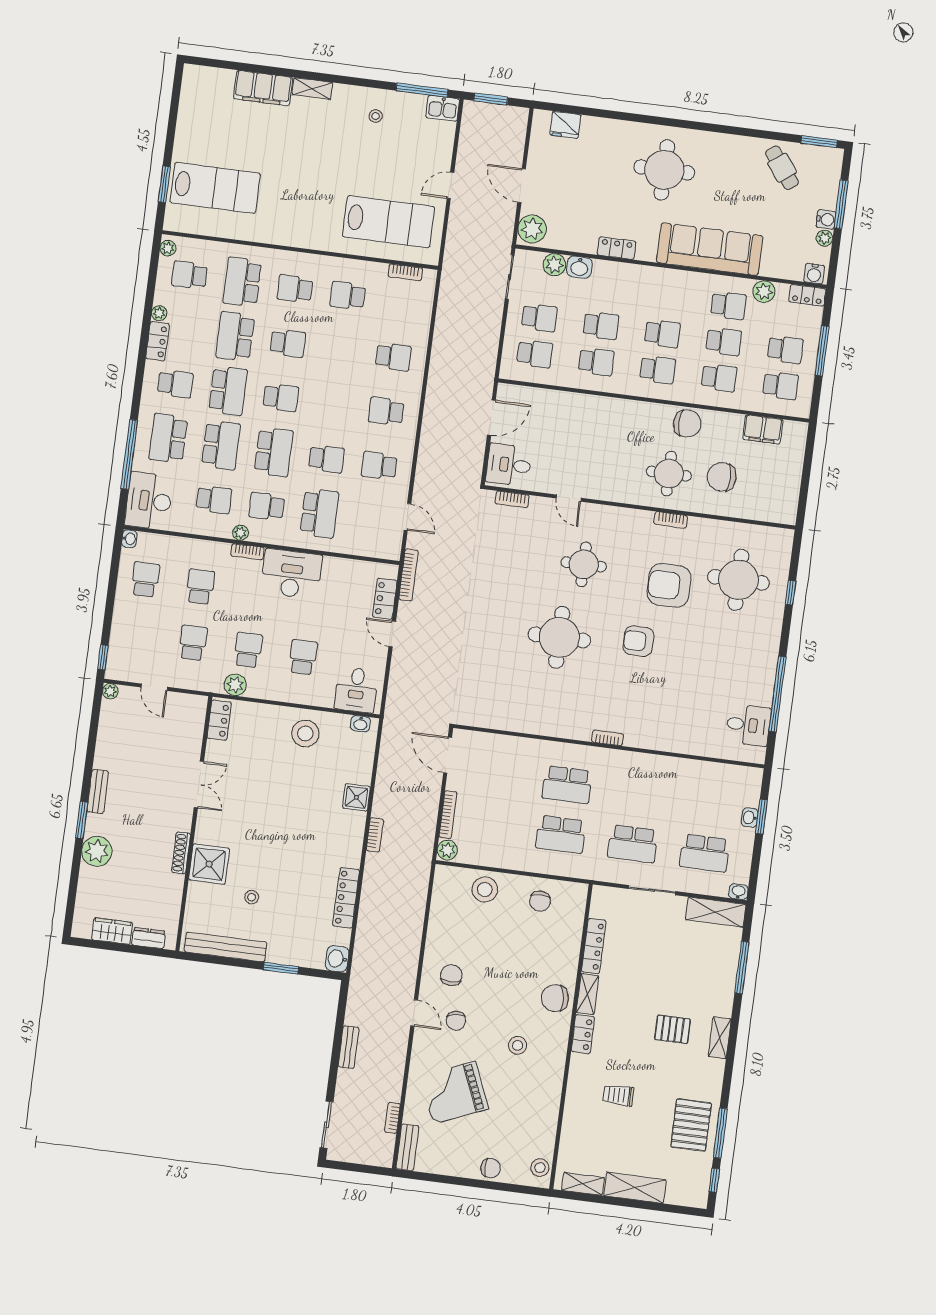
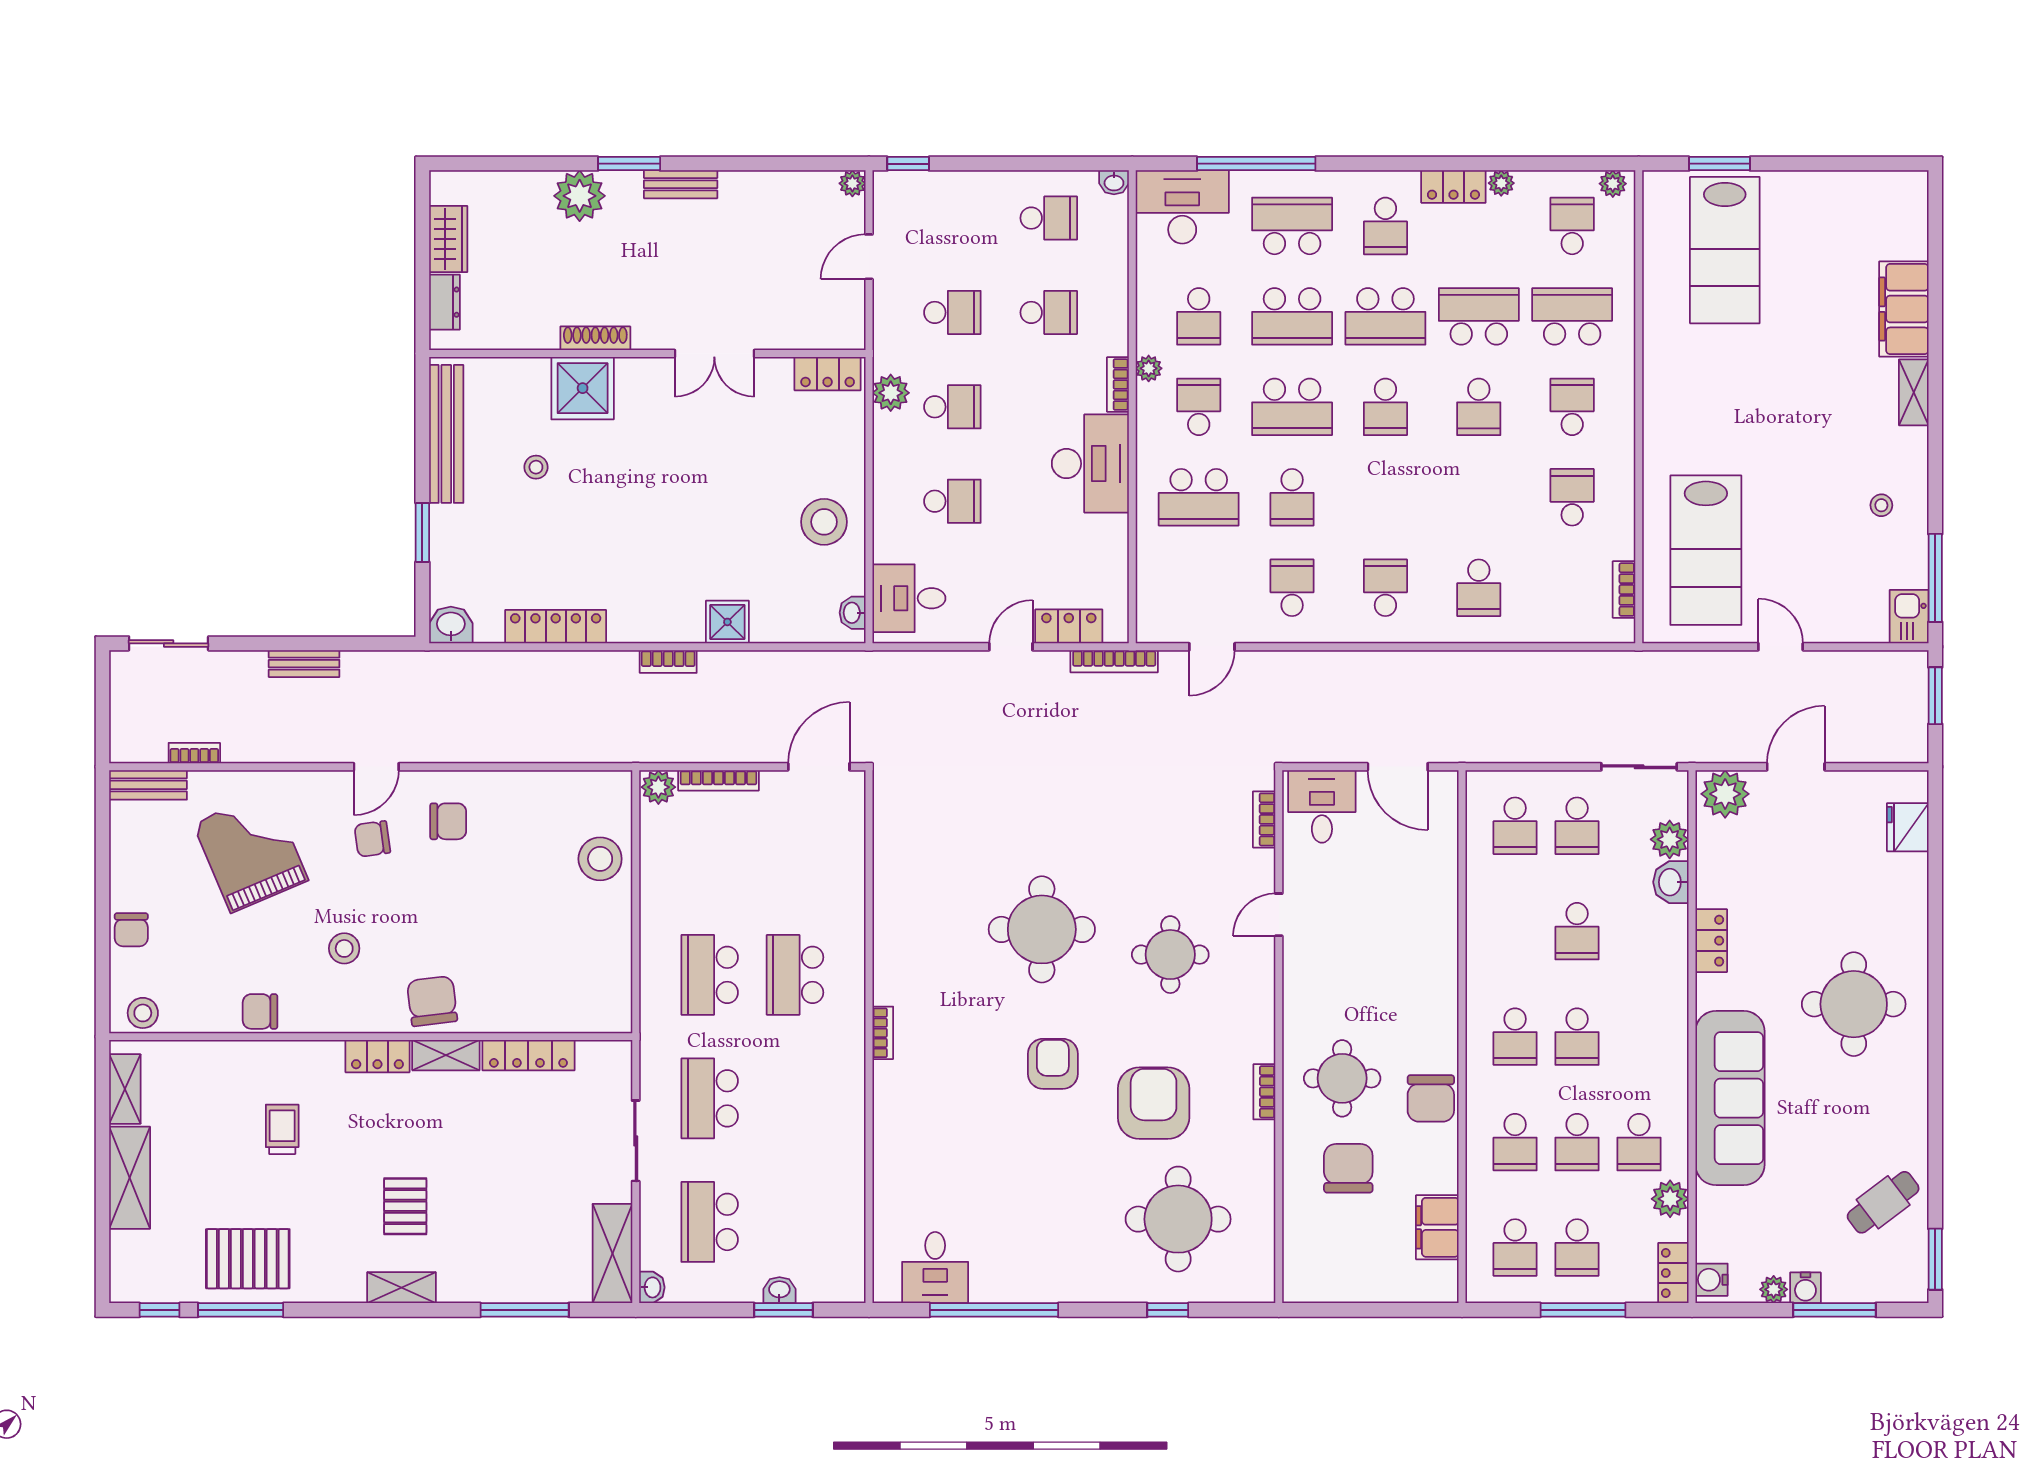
school desk: (596, 362) -> (1515, 931), removed
chair: (540, 901) -> (260, 1011), moved

